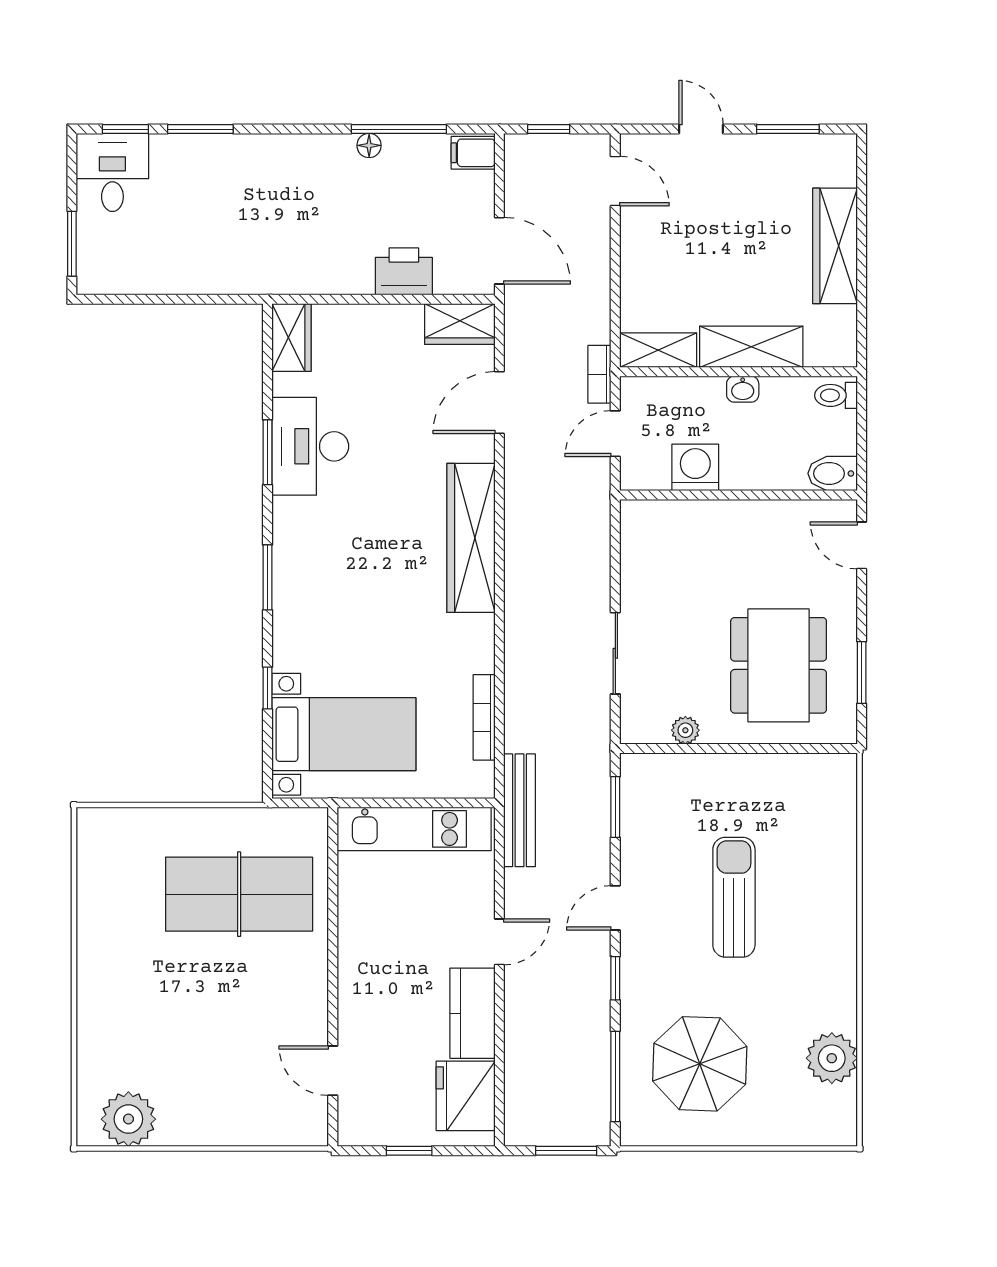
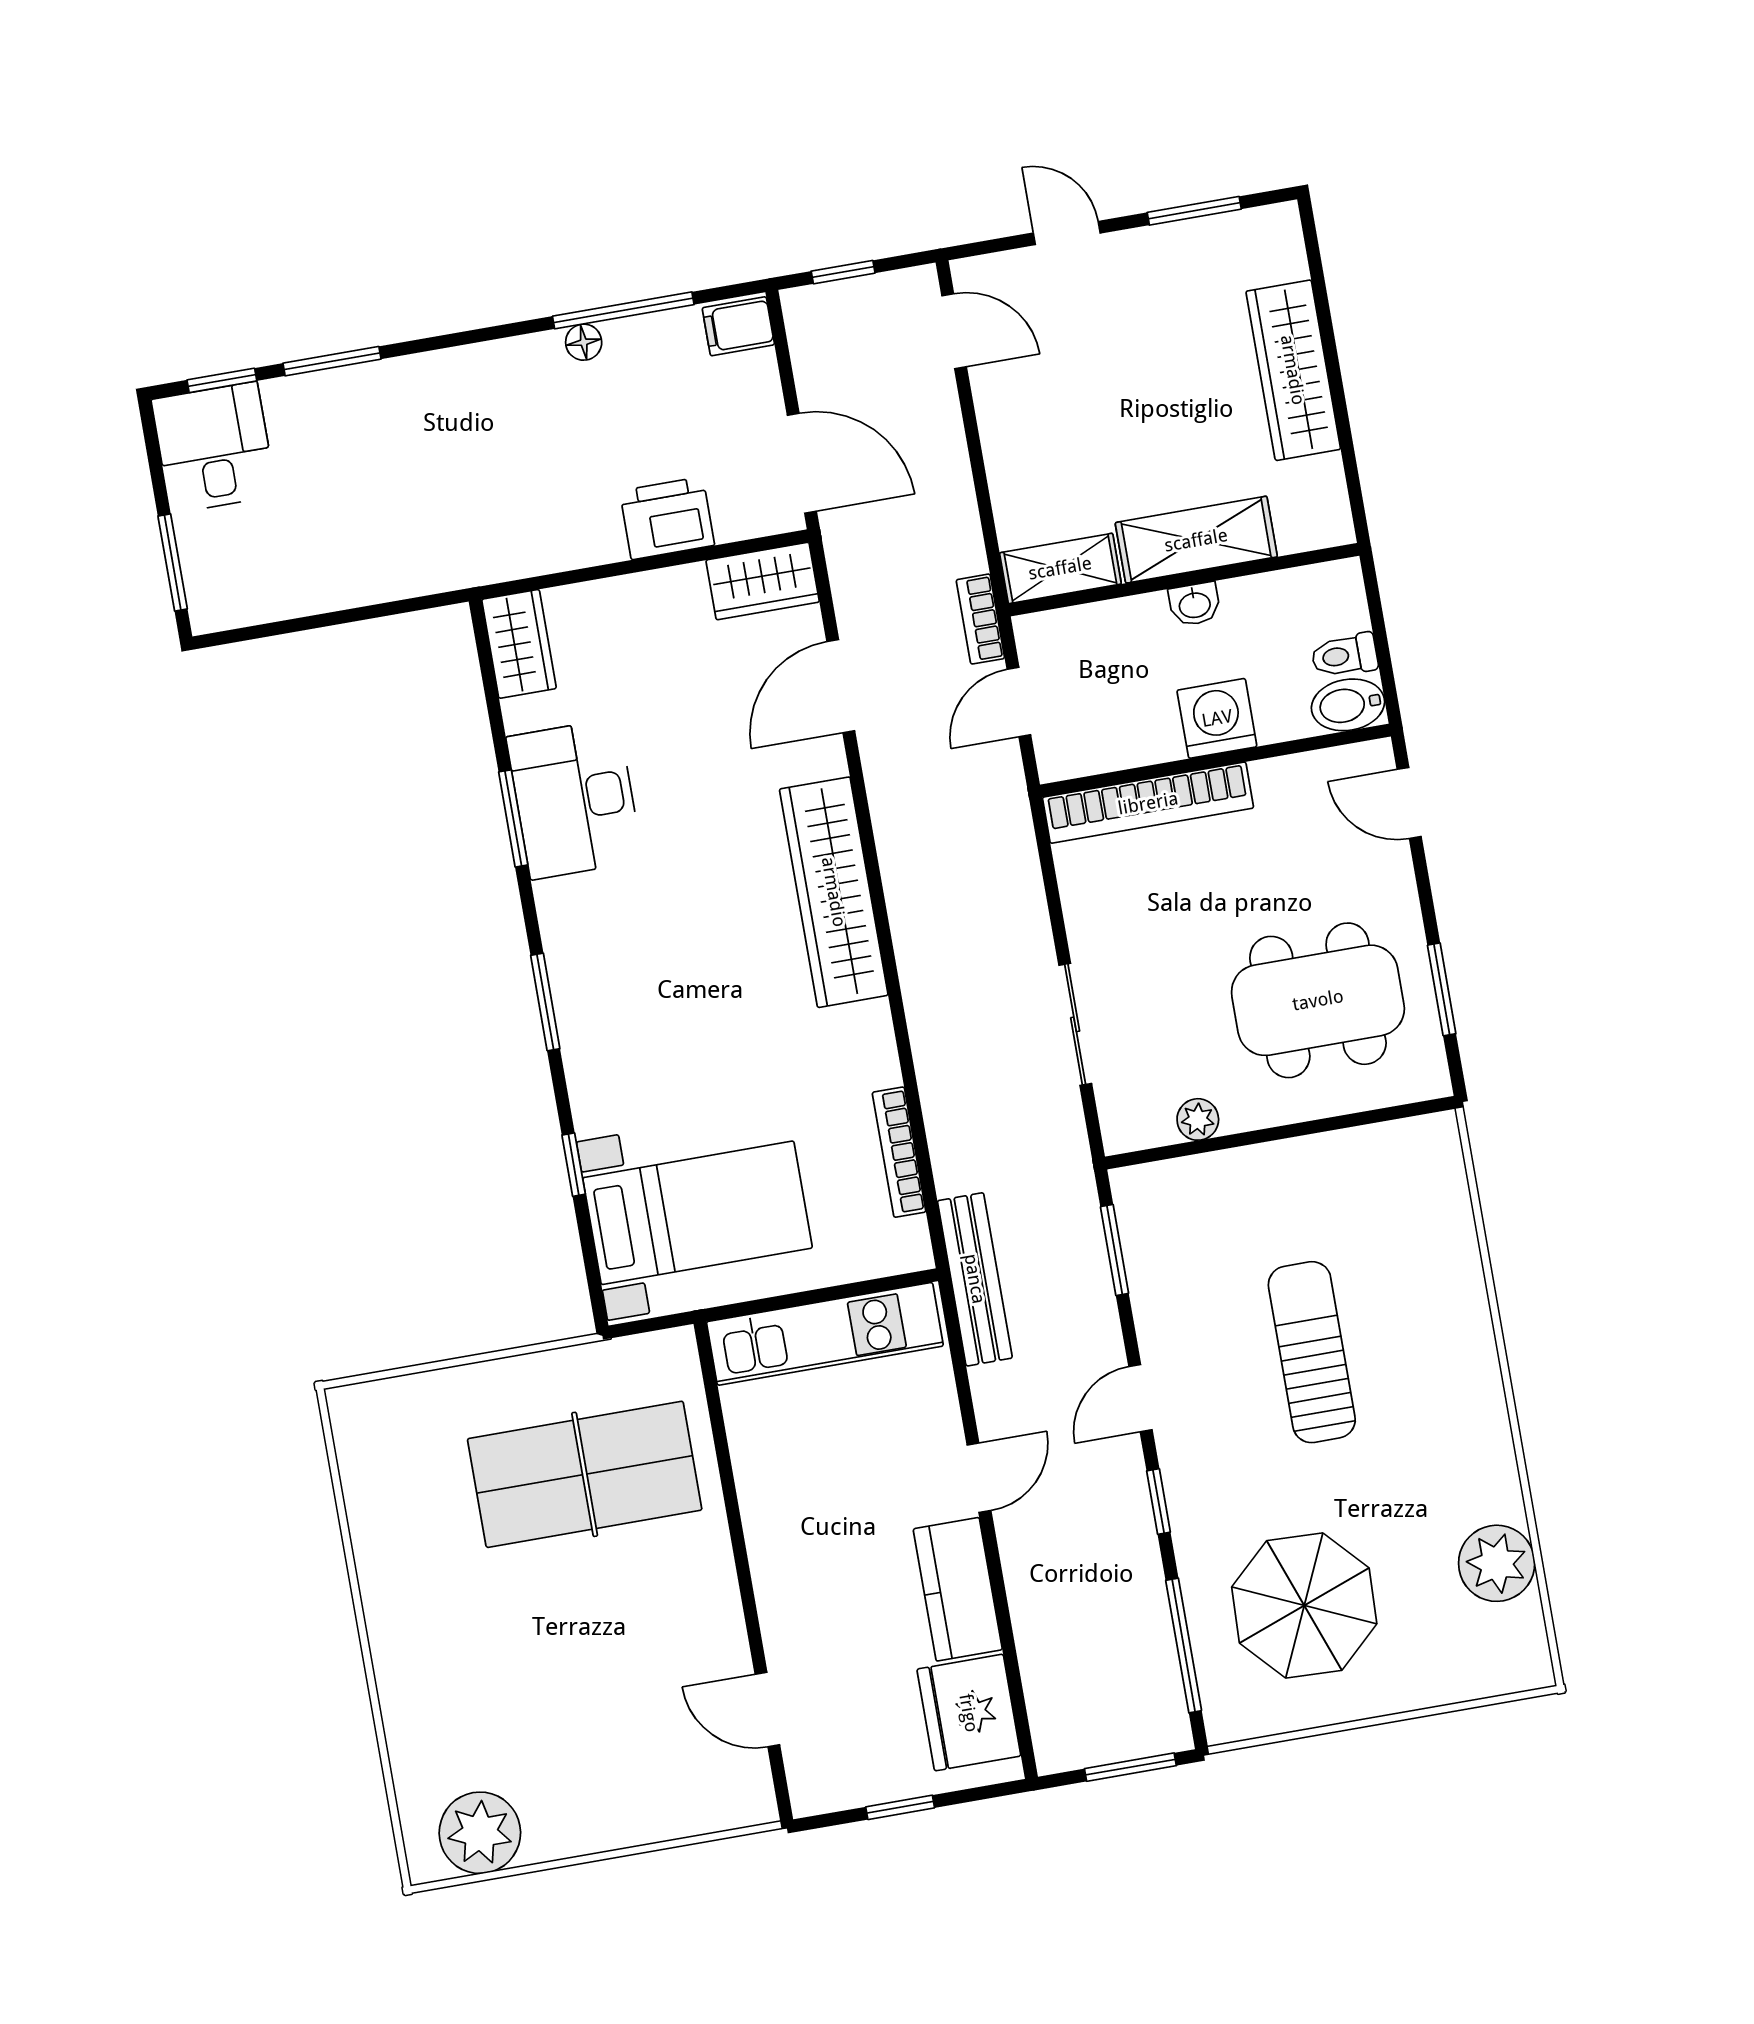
toilet: (836, 395) -> (1345, 655), moved
washing machine: (695, 467) -> (1217, 718), moved
bookcase: (689, 515) -> (1148, 803), added
dining table: (779, 665) -> (1318, 1000), turned 90

